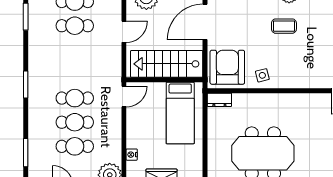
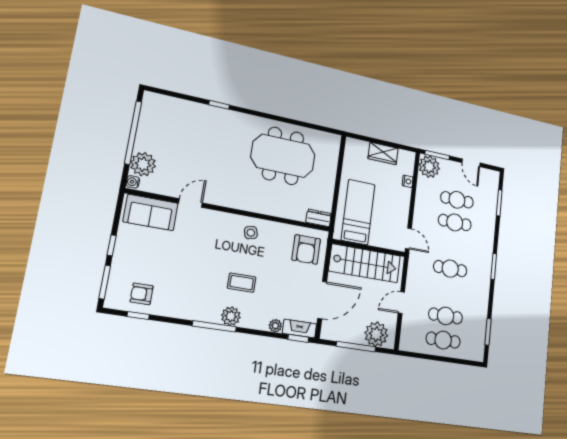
armchair: (227, 67) -> (306, 249), width x0.73, depth x0.73
side table: (262, 75) -> (251, 233), moved
door: (124, 96) -> (408, 239), swing flipped
cafe table: (75, 98) -> (450, 269), moved

